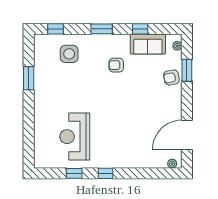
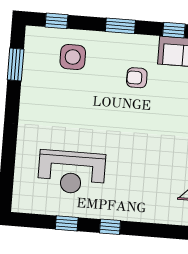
window: (29, 78) -> (16, 65), moved
reception desk: (75, 137) -> (71, 172), turned -90

